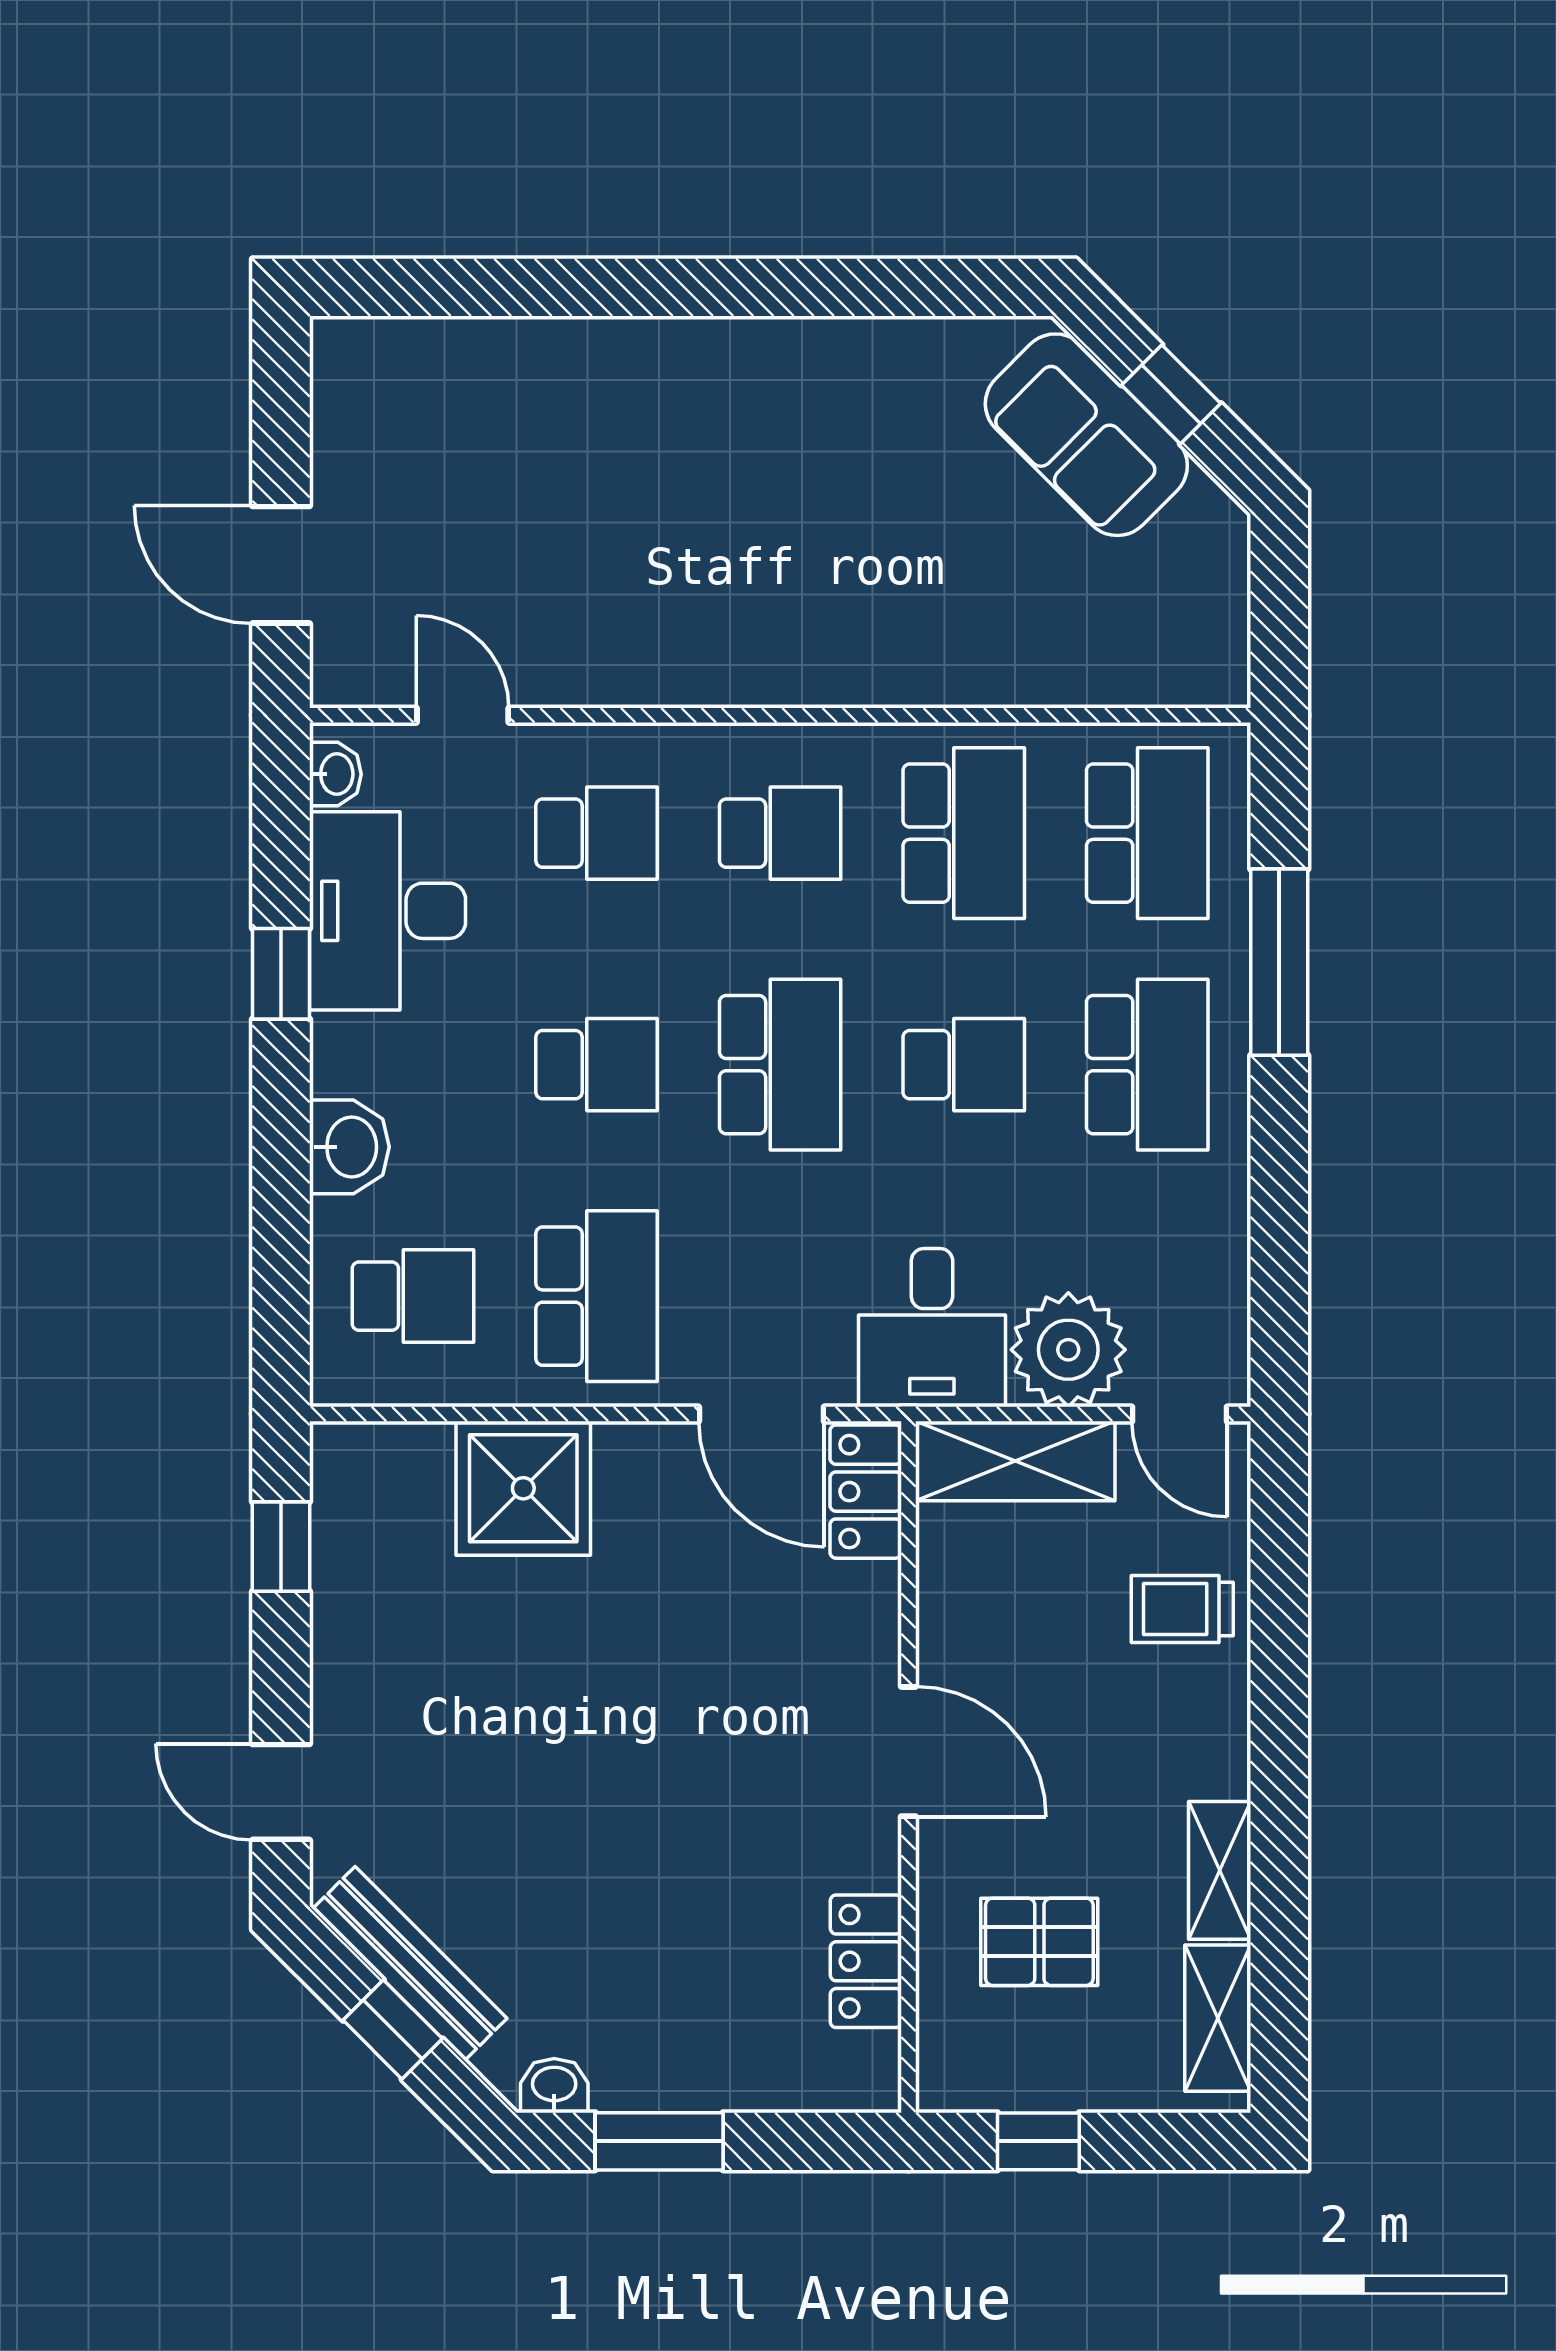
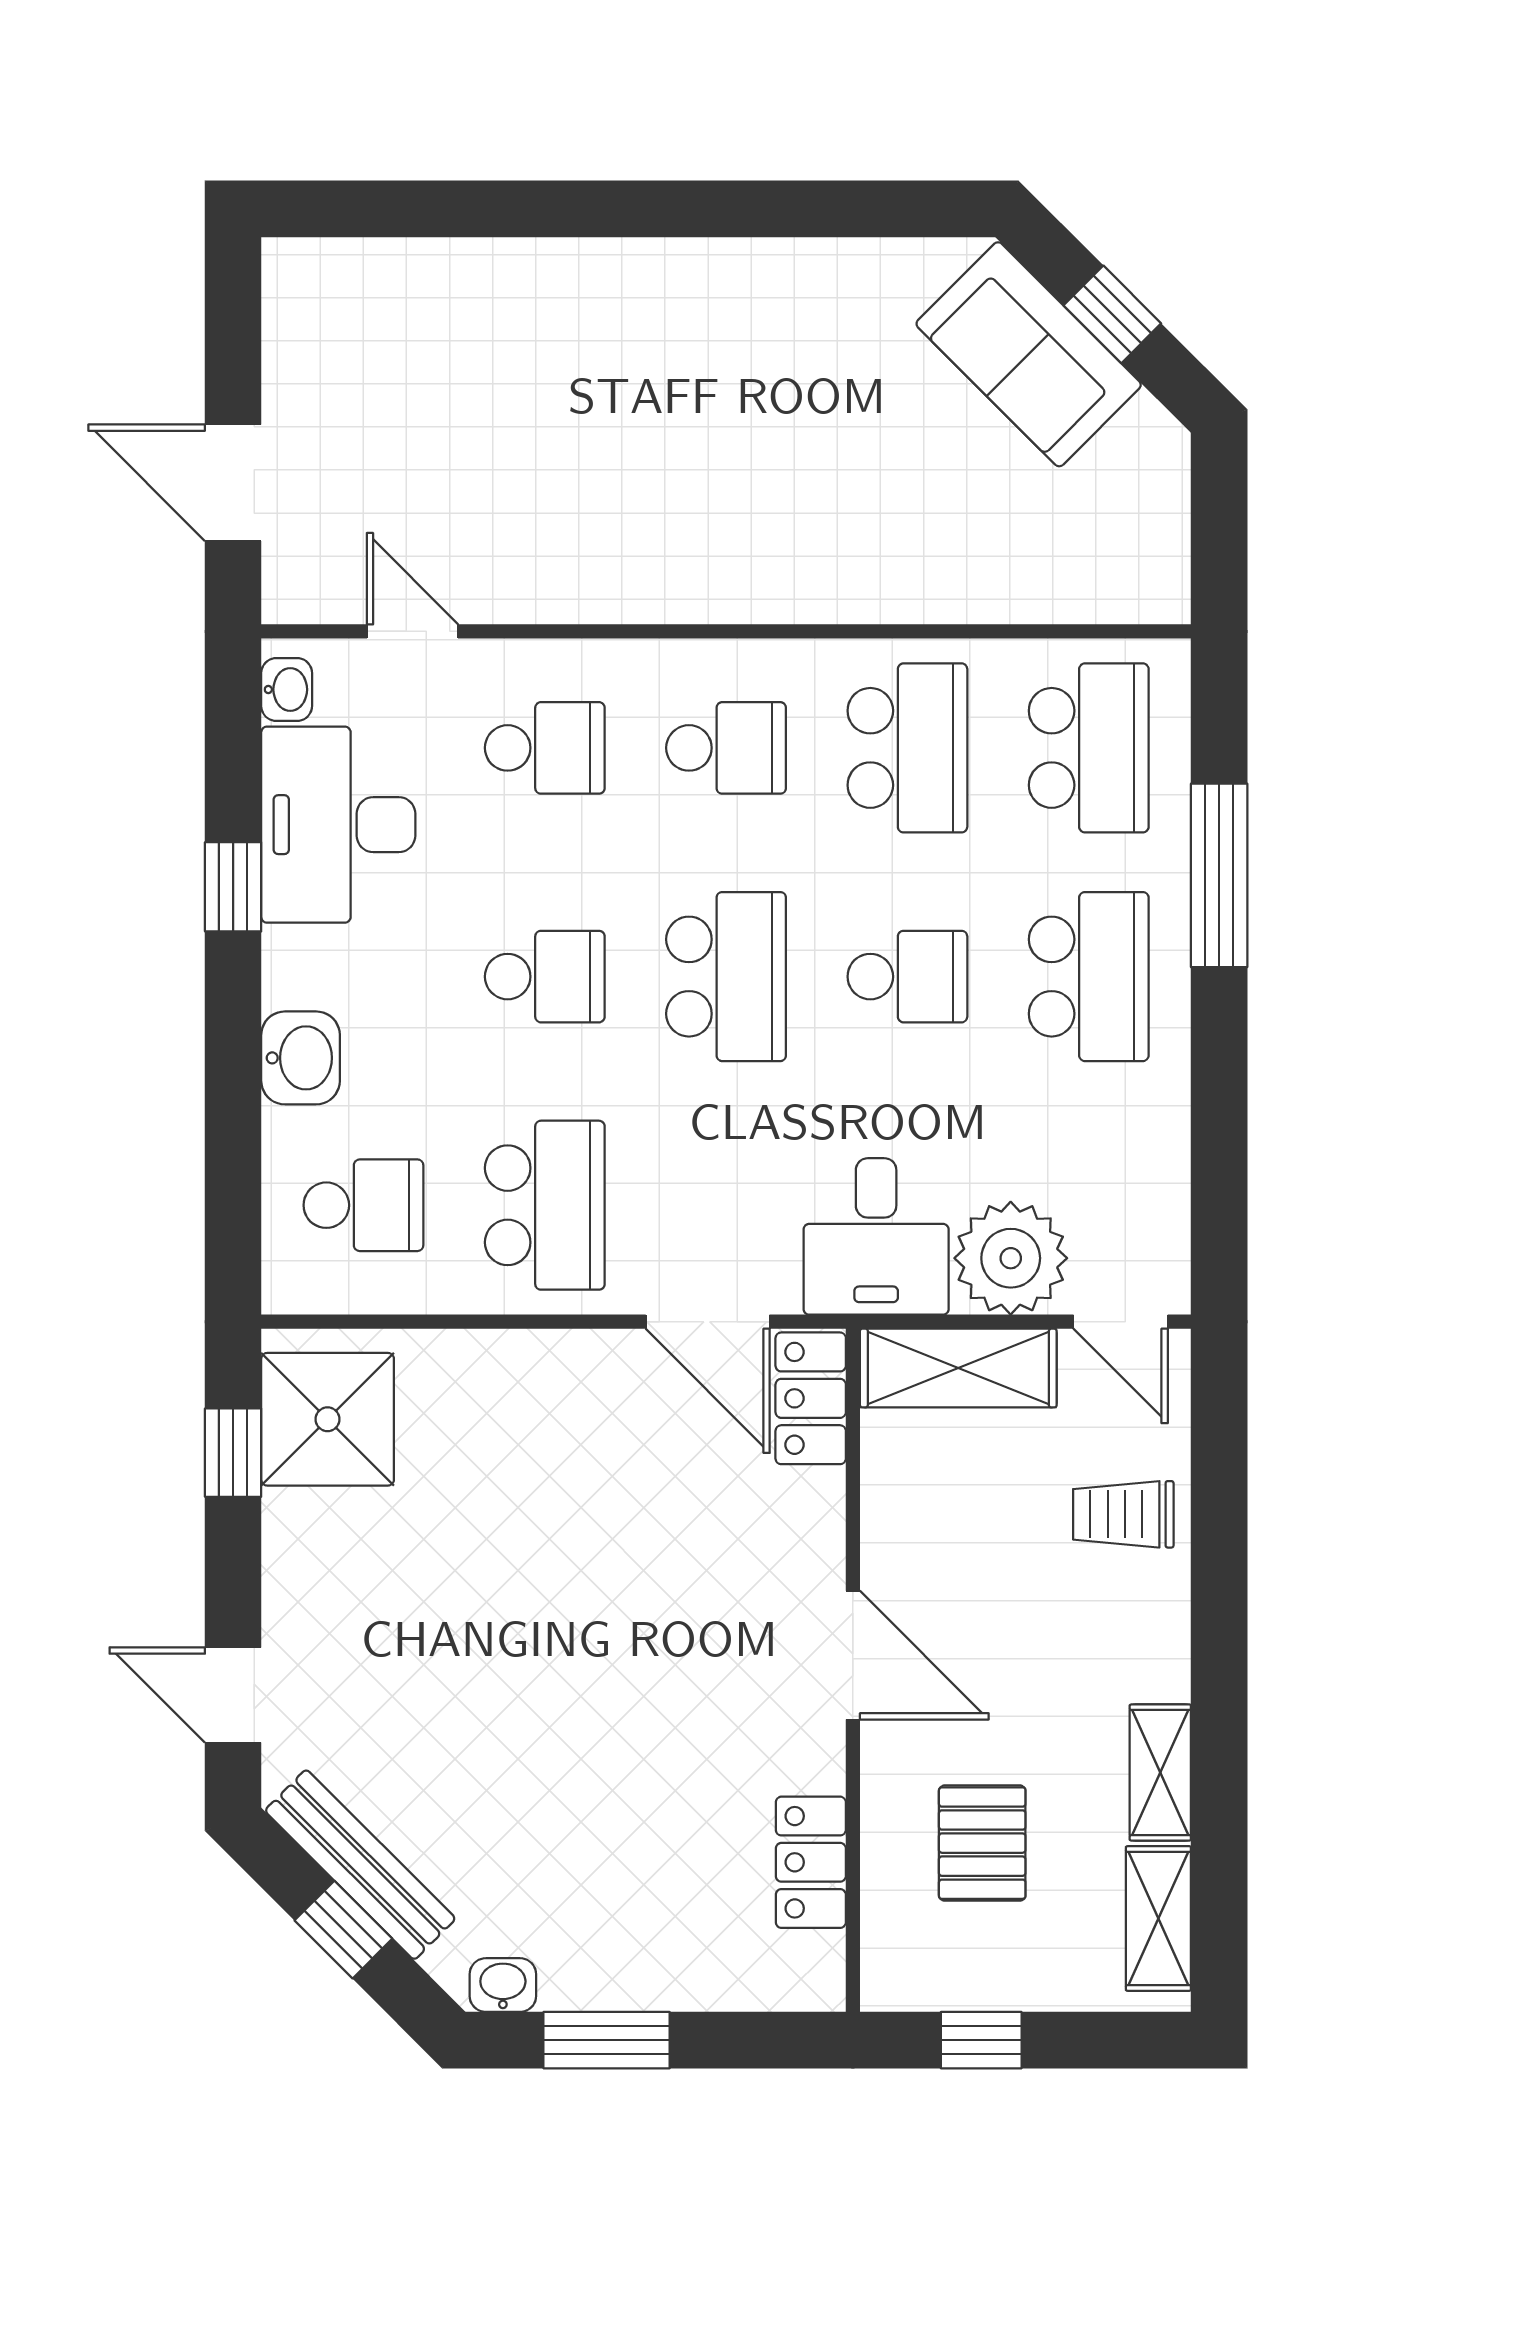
shower: (523, 1488) -> (328, 1419), moved
pallet: (1039, 1942) -> (982, 1843), turned 90

